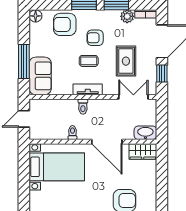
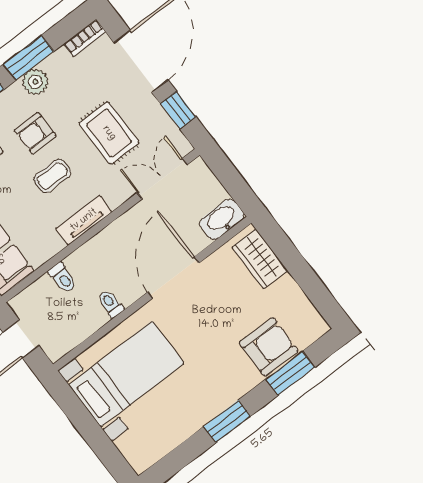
plant: (127, 16) -> (35, 82), moved
toilet: (83, 107) -> (63, 278), moved
door: (107, 142) -> (173, 278), swing flipped
wardrobe: (143, 151) -> (260, 259), moved, turned 90

